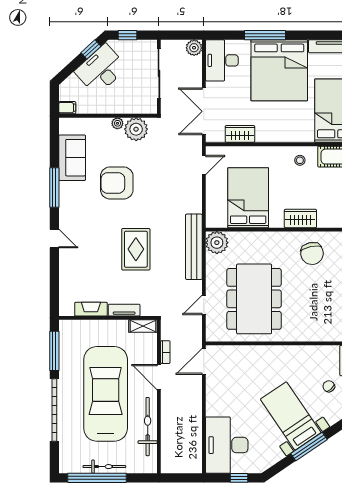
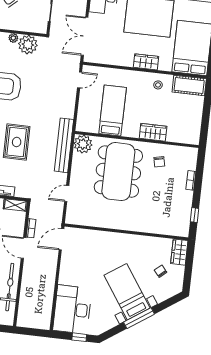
wardrobe: (240, 134) -> (146, 62), moved
bed: (248, 198) -> (113, 111), width x0.67
chair: (312, 253) -> (159, 162), width x0.54, depth x0.54
dining table: (254, 299) -> (118, 172), moved

